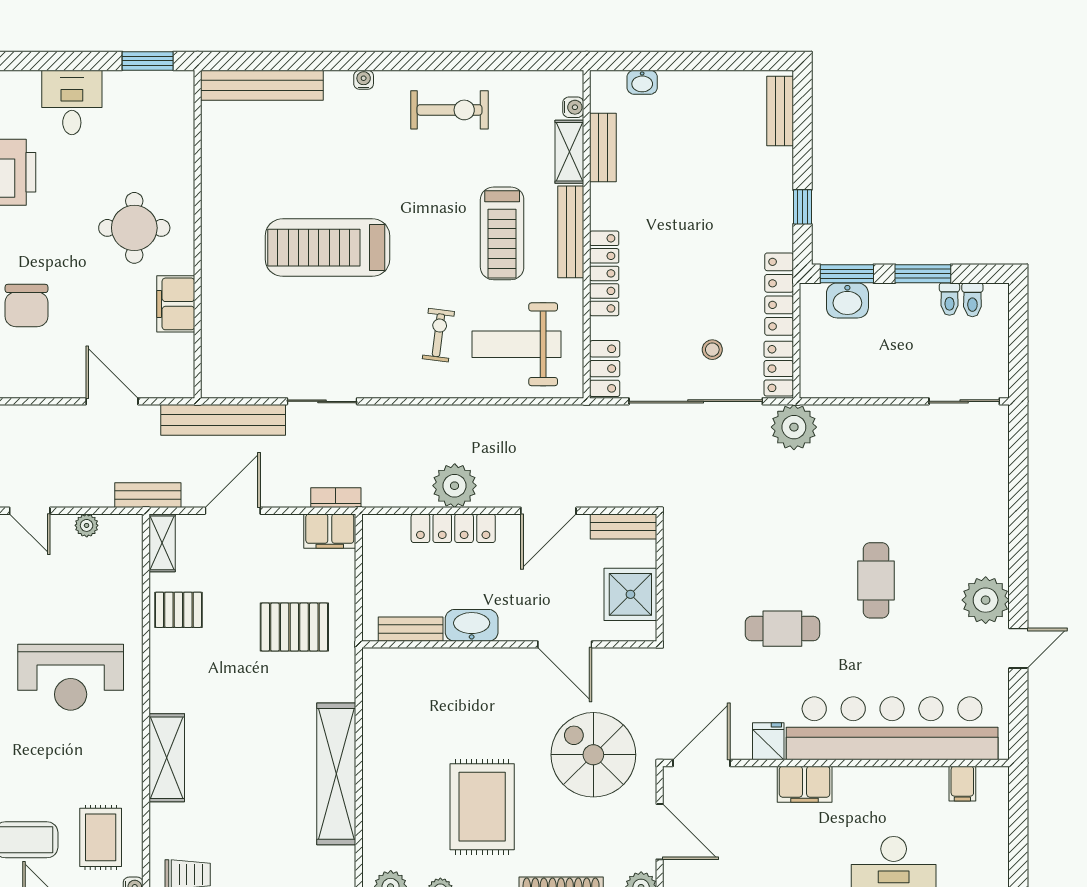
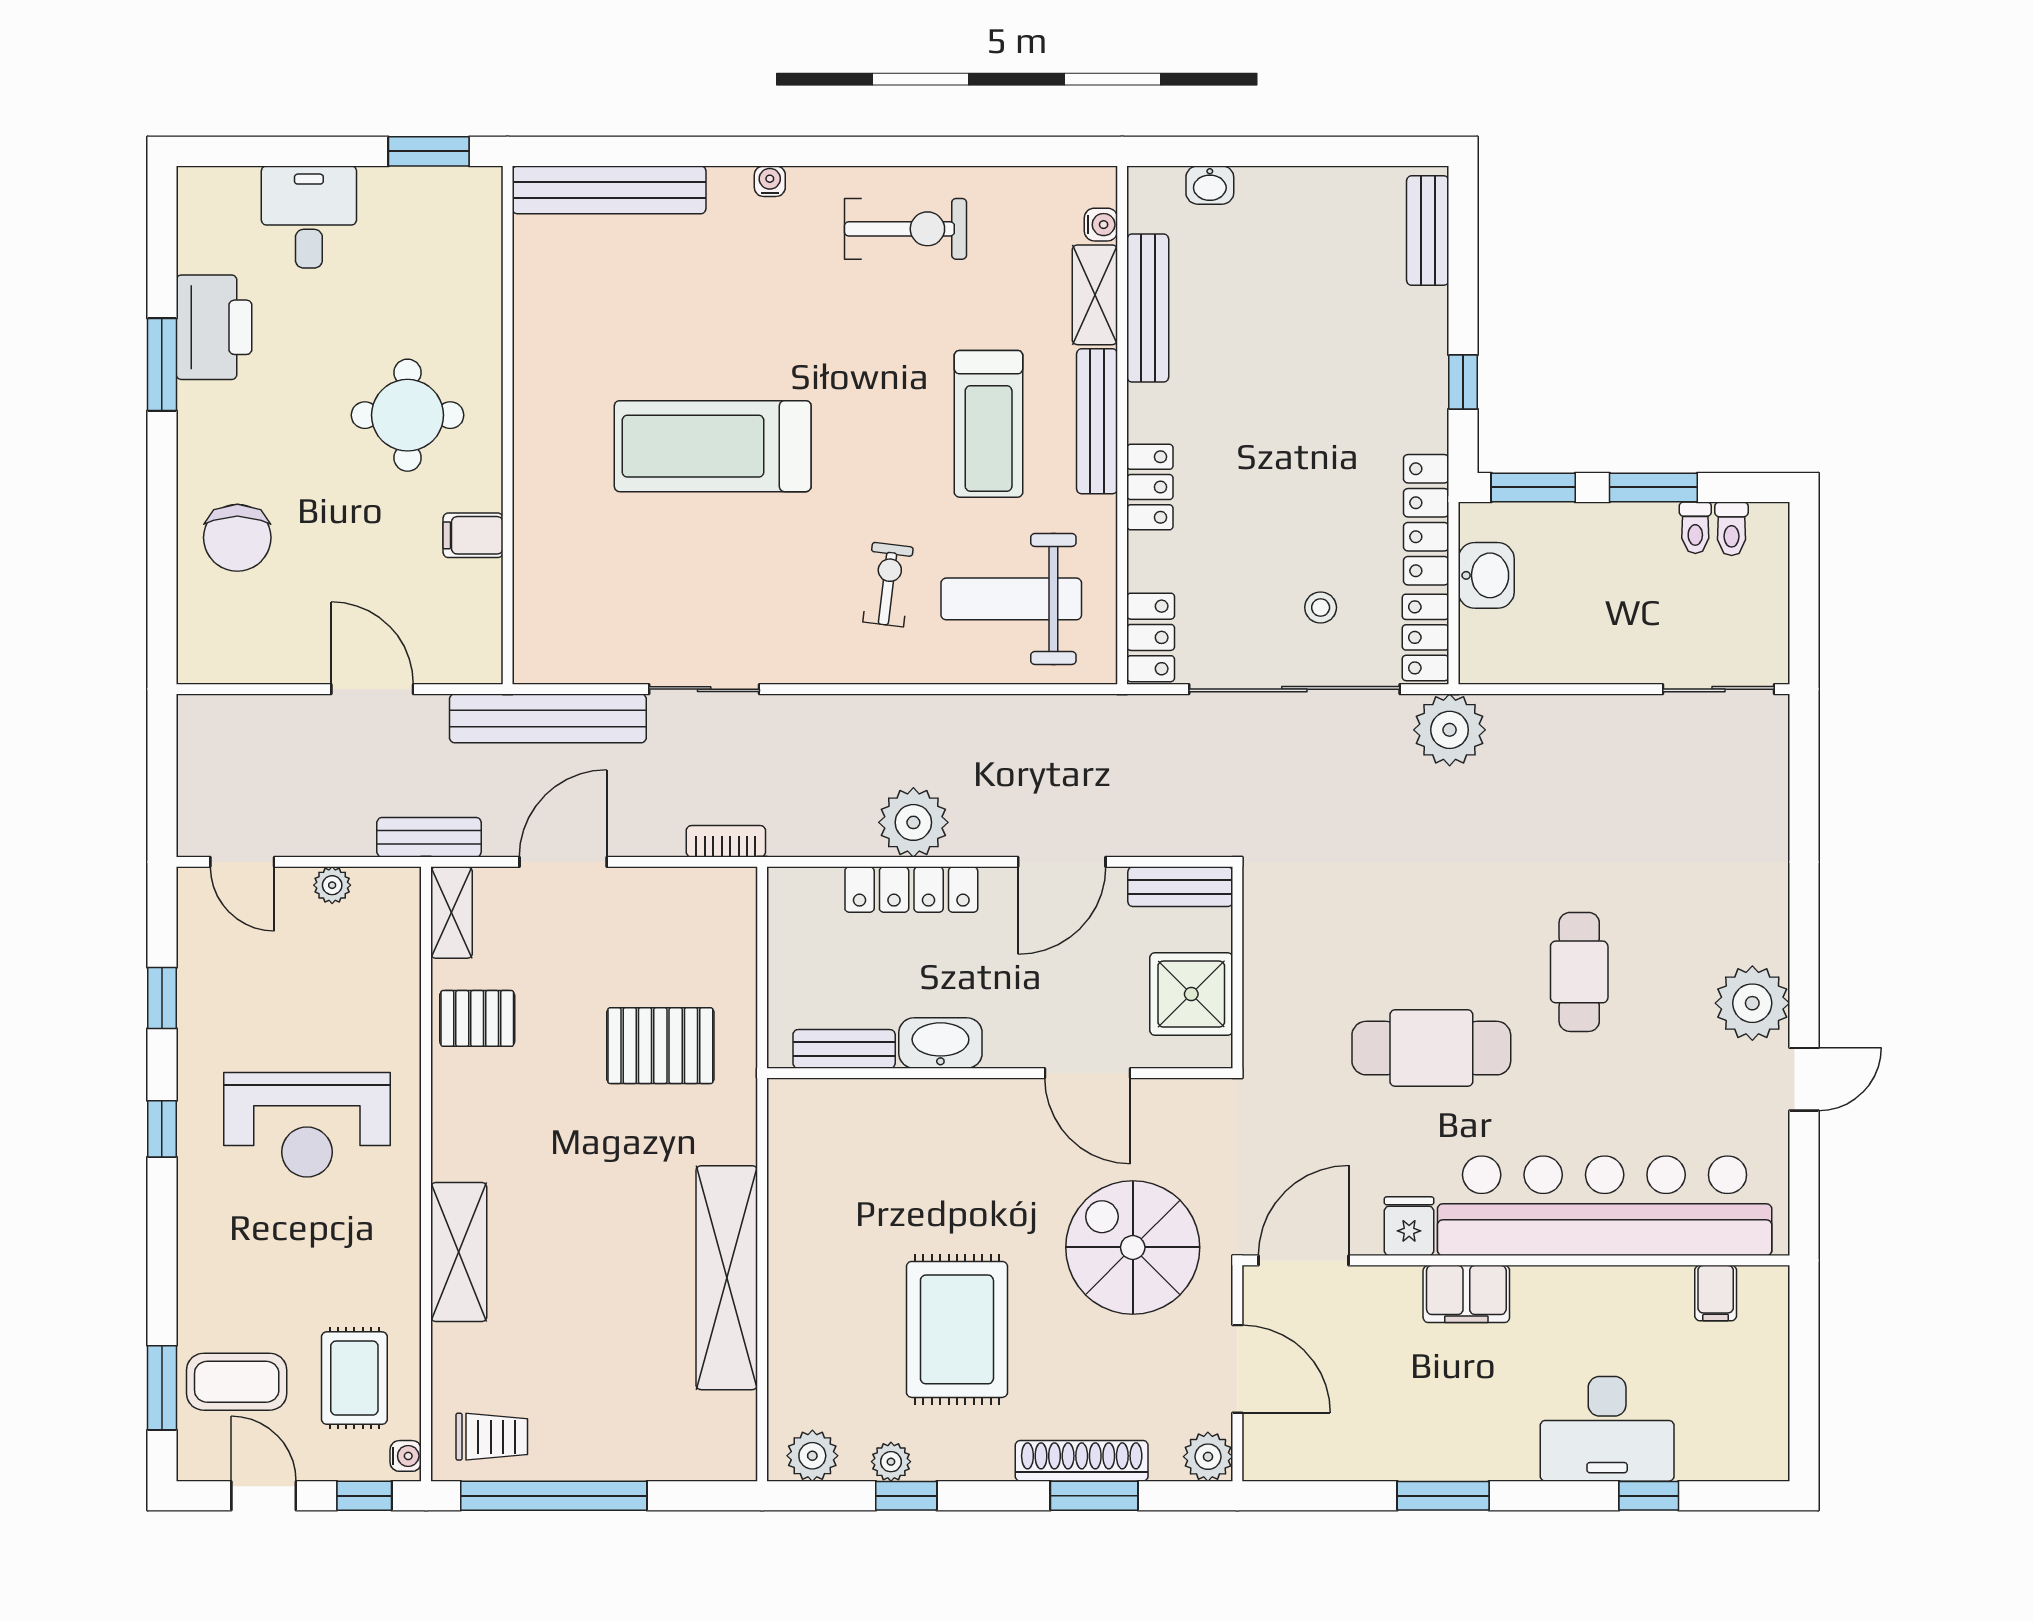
bench: (603, 148) -> (1148, 308), width x1.36
locker: (604, 273) -> (1150, 487), width x0.66
washbasin: (847, 300) -> (1486, 575), moved, turned -90
filing cabinet: (176, 304) -> (473, 535), width x0.50
filing cabinet: (330, 531) -> (716, 894), removed
cafe table: (782, 629) -> (1431, 1048), width x1.37, depth x1.35

